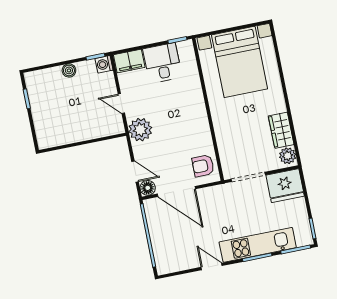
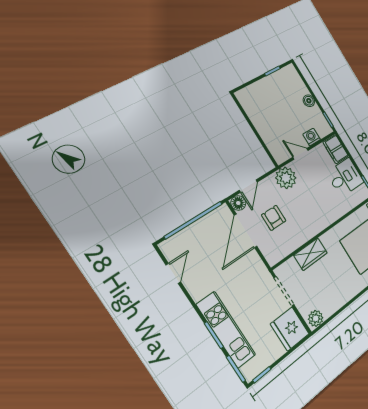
washing machine: (104, 64) -> (312, 137), moved
door: (121, 104) -> (300, 154), hinge flipped
wardrobe: (281, 130) -> (311, 254), moved, turned 180
armchair: (203, 166) -> (274, 218), moved
door: (212, 266) -> (173, 273), moved

